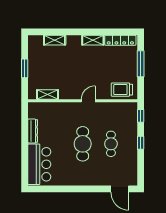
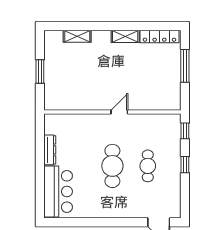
trolley: (122, 90) -> (161, 98), removed
shelving: (48, 94) -> (68, 104), removed

